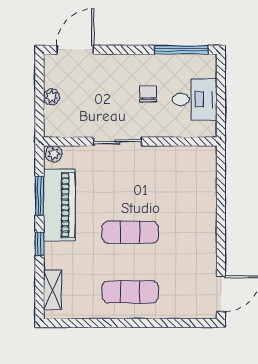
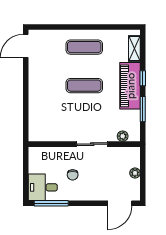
desk: (194, 99) -> (43, 187), moved
plant: (54, 154) -> (123, 136), moved
piano: (59, 205) -> (130, 86), moved

